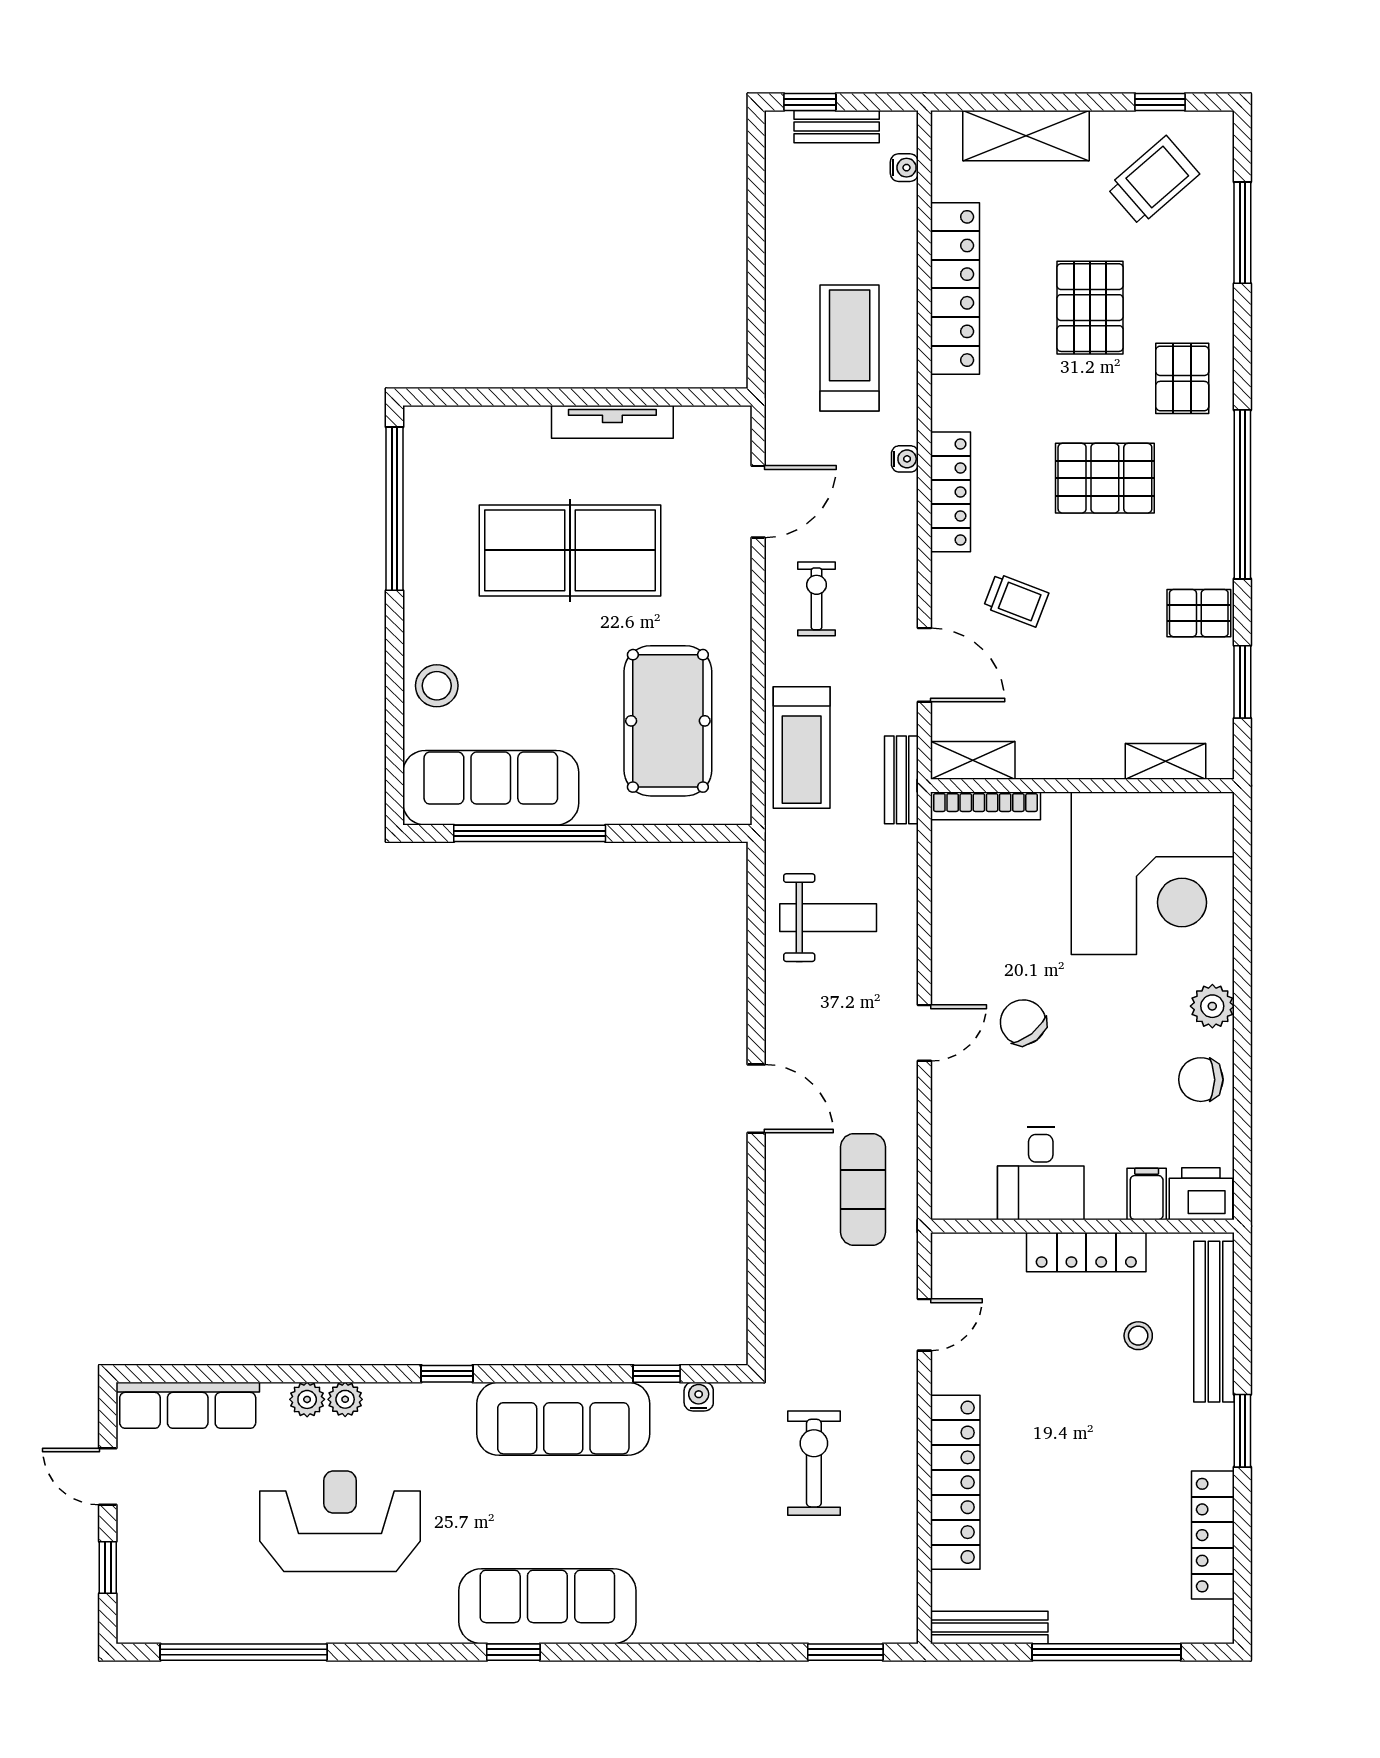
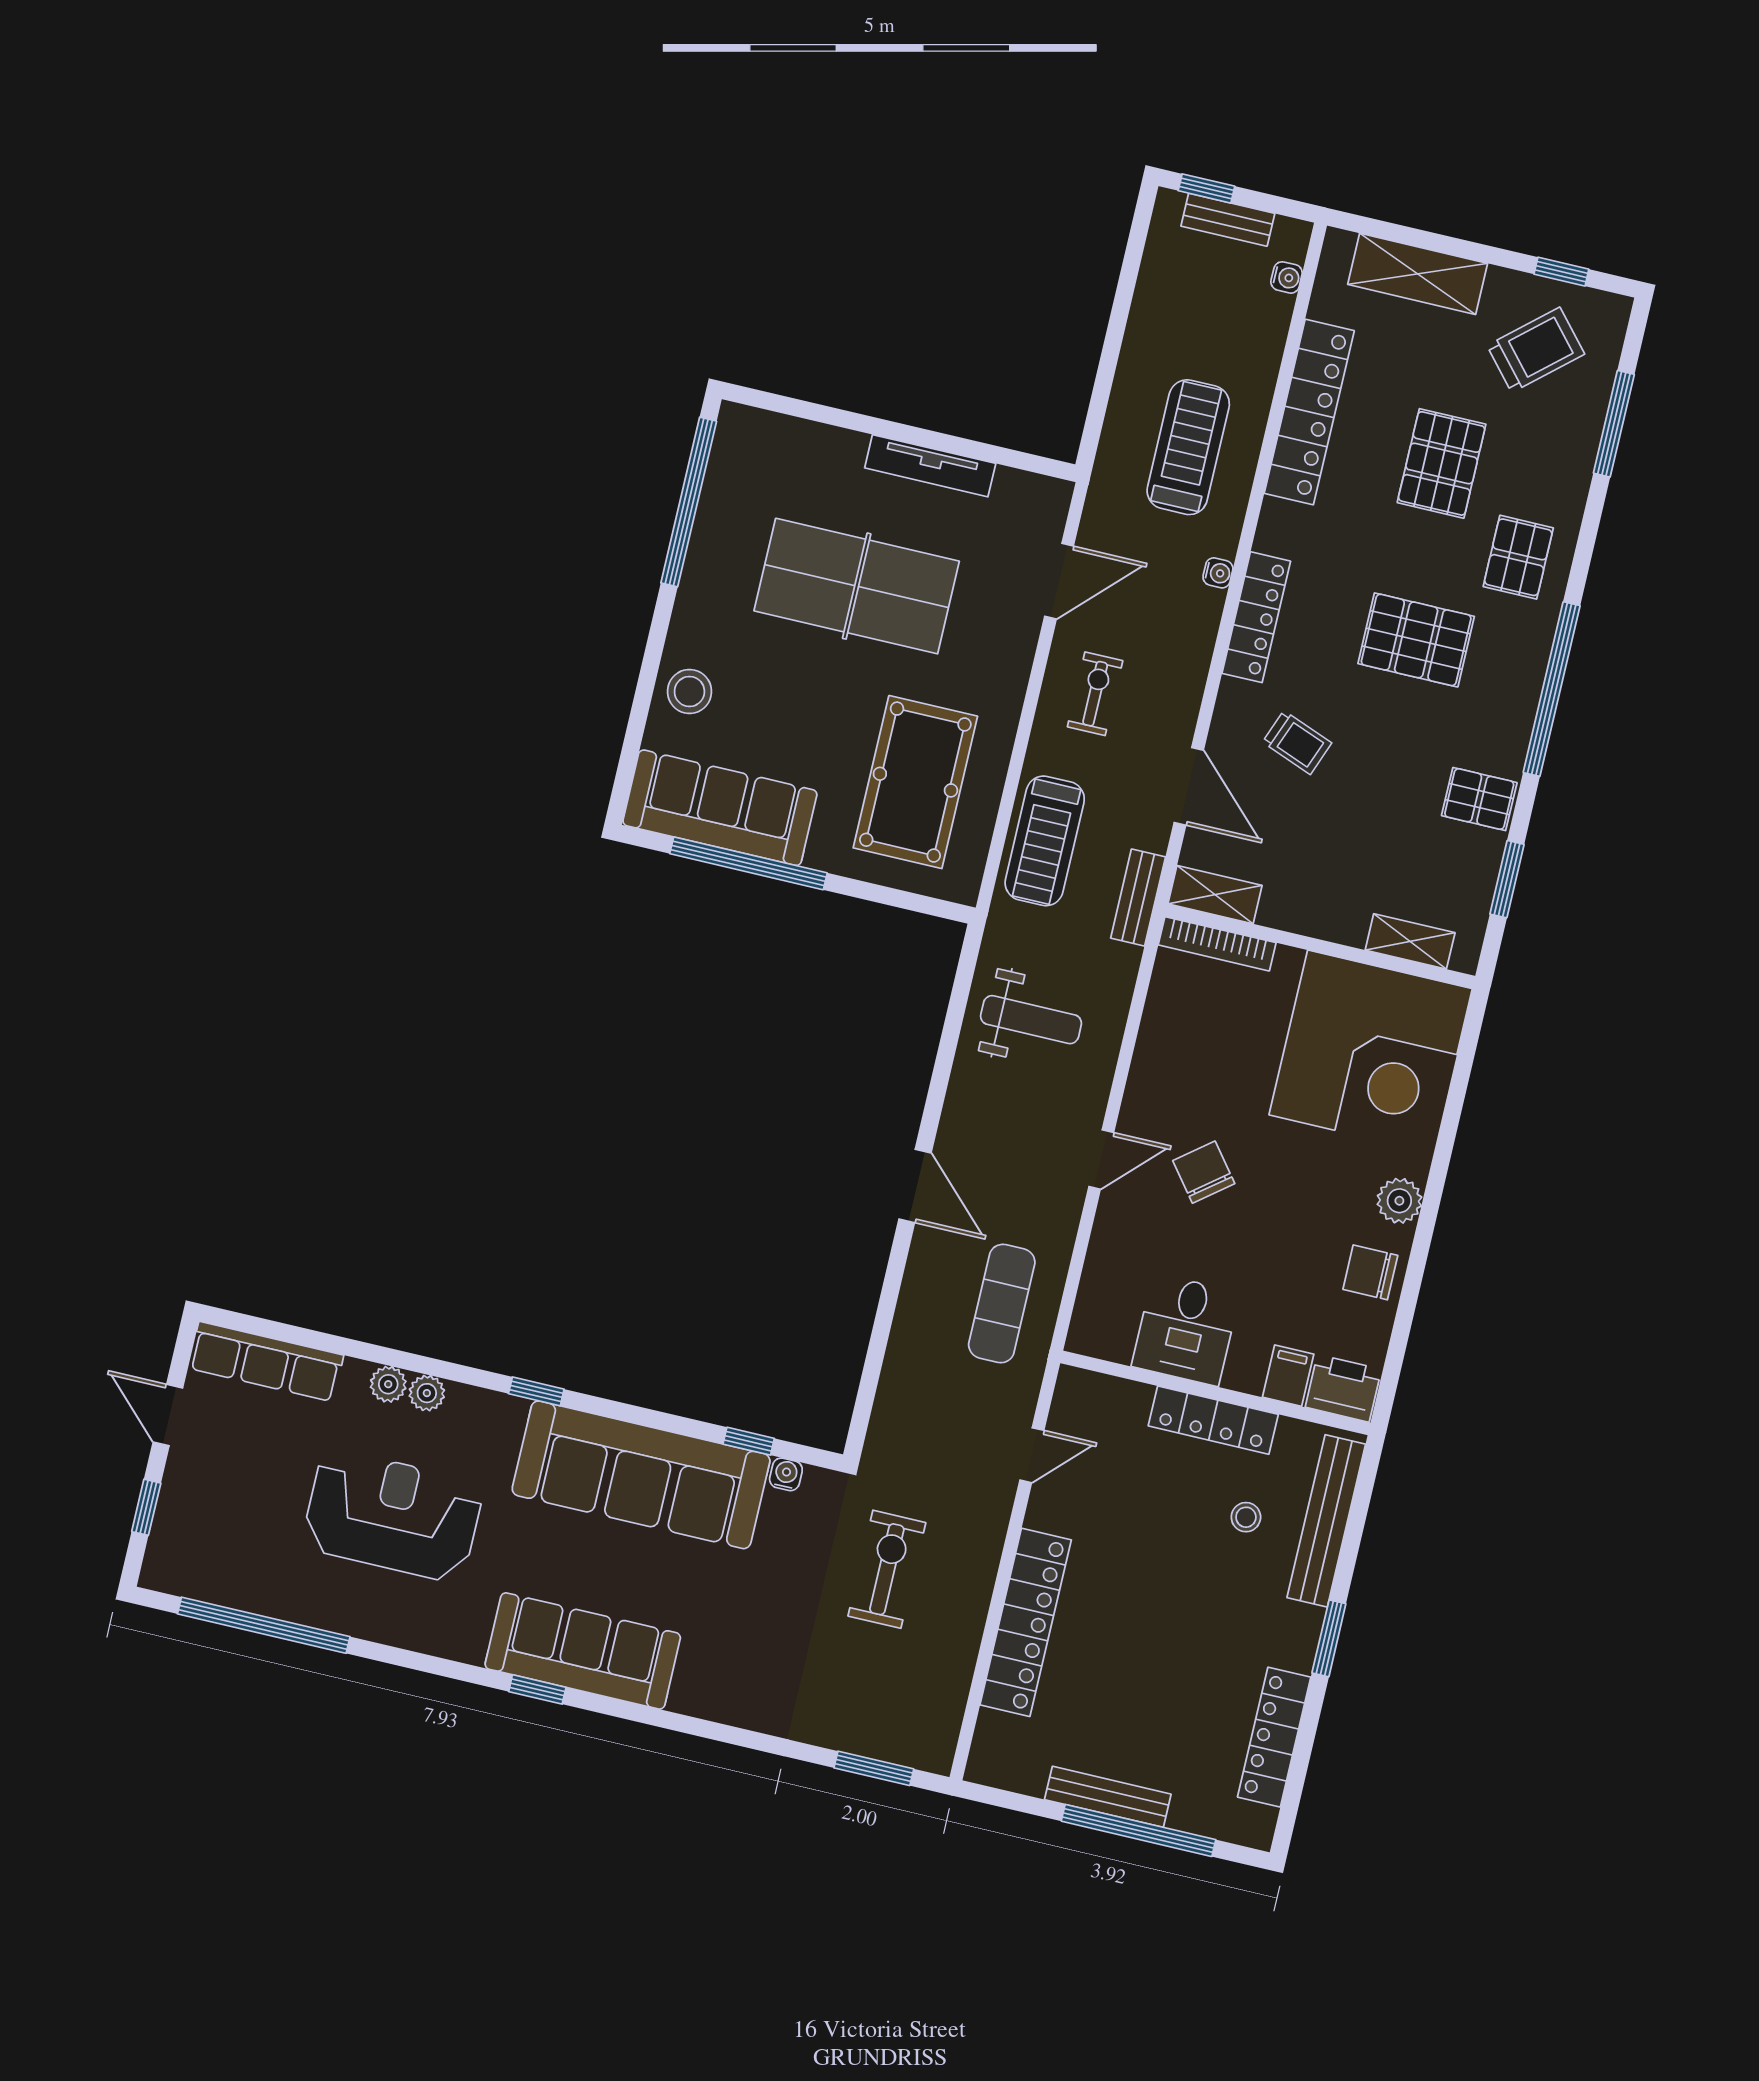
sofa: (563, 1419) -> (641, 1475), width x1.36, depth x1.27
bench: (989, 1627) -> (1108, 1797), moved

